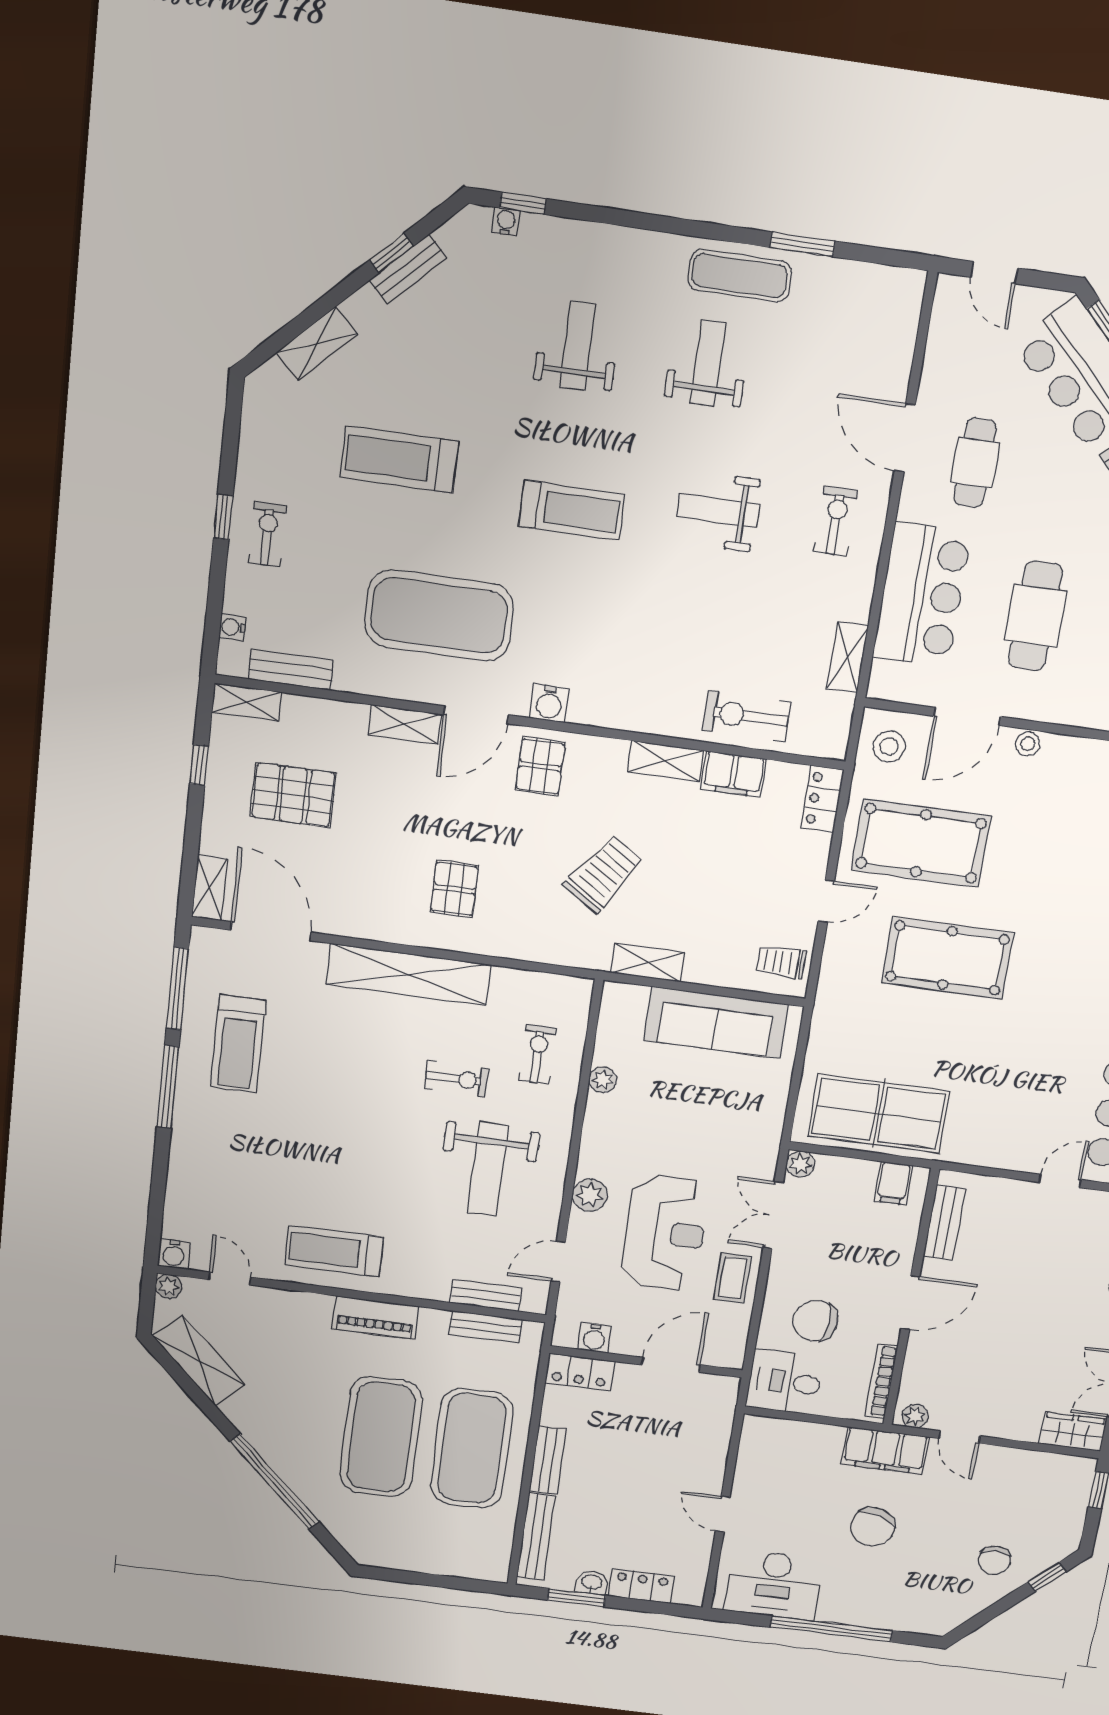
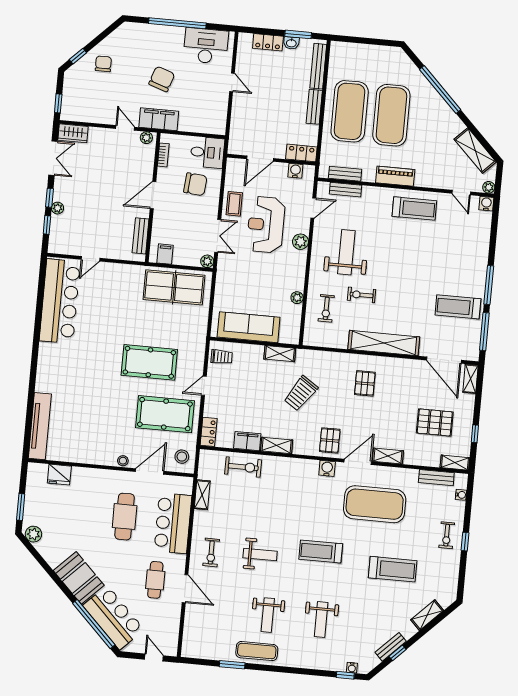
treadmill: (238, 1044) -> (458, 307), turned -90
bookcase: (881, 1381) -> (163, 155), width x0.64

